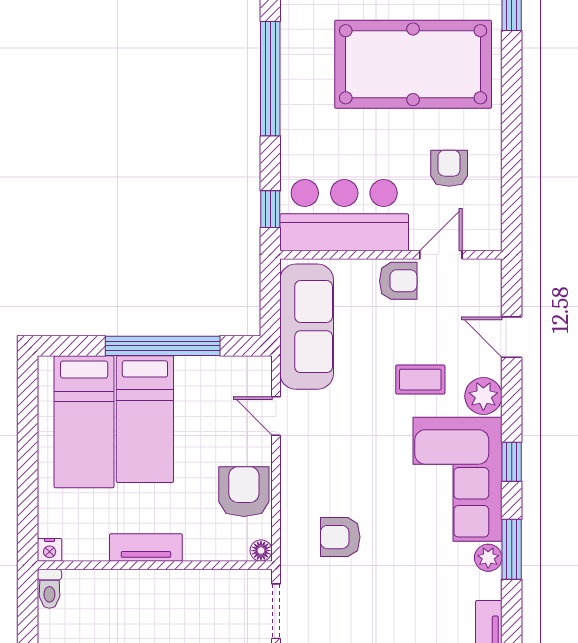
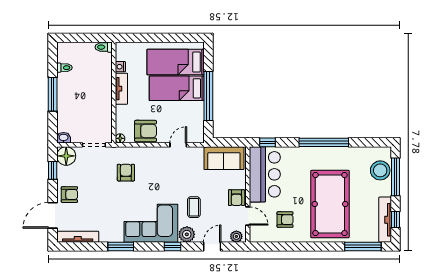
sofa: (307, 327) -> (224, 158), width x0.73
window: (512, 462) -> (172, 247), moved
nightstand: (50, 550) -> (120, 67), moved
plant: (488, 558) -> (236, 236), moved

